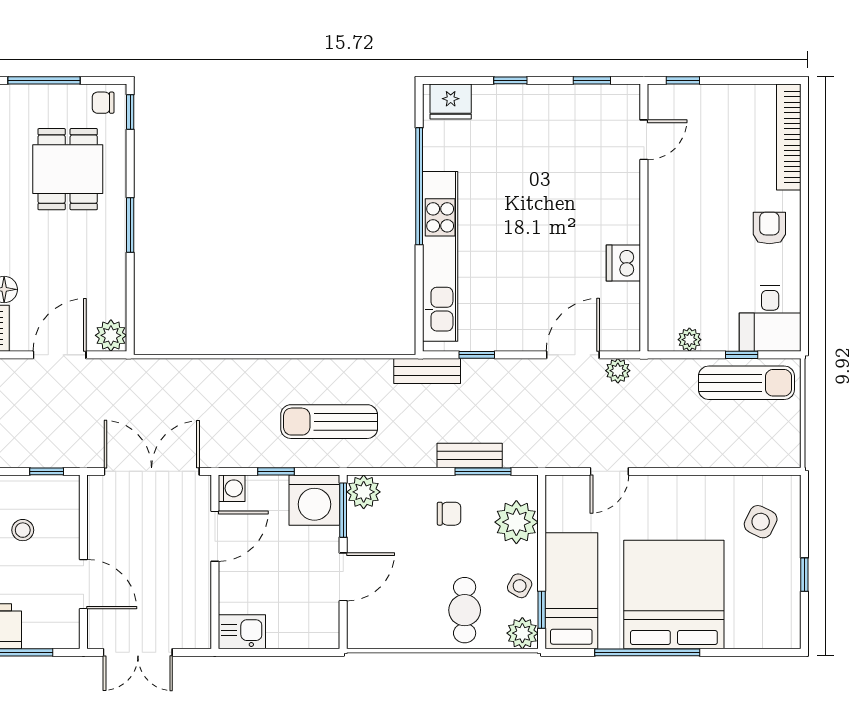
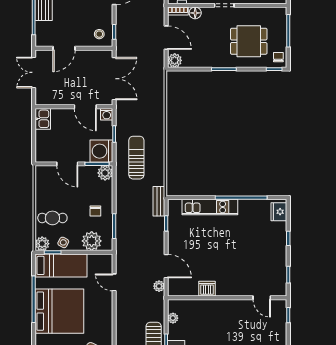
kitchen unit: (440, 256) -> (210, 207), width x0.73
bench: (470, 456) -> (121, 220), removed
stool: (23, 530) -> (99, 34), moved

